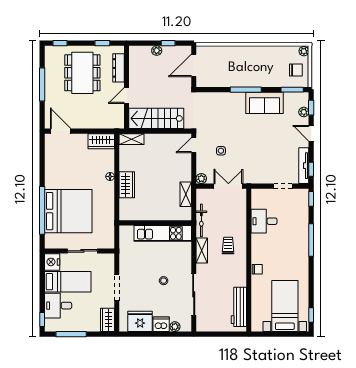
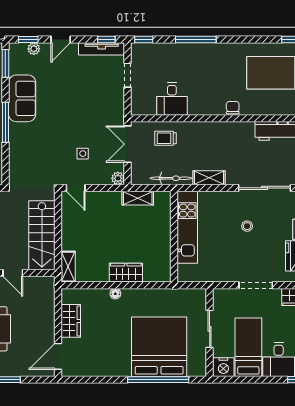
wardrobe: (101, 141) -> (71, 321), moved
trolley: (228, 245) -> (165, 138), moved

